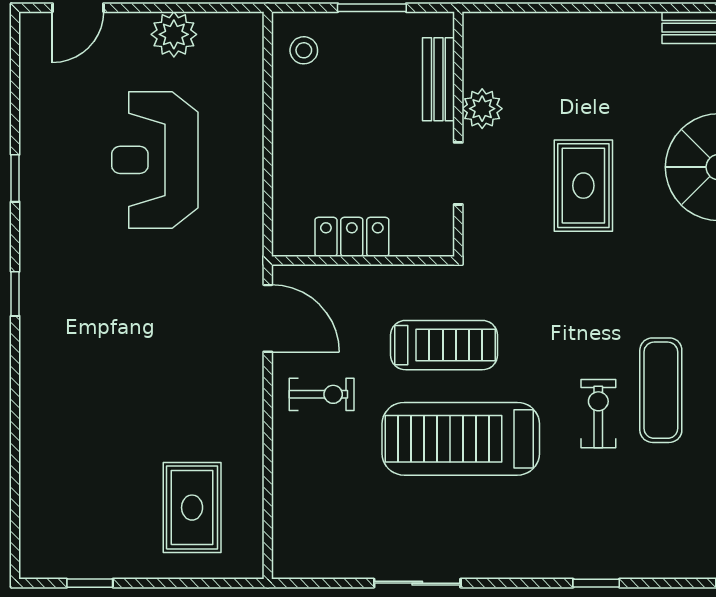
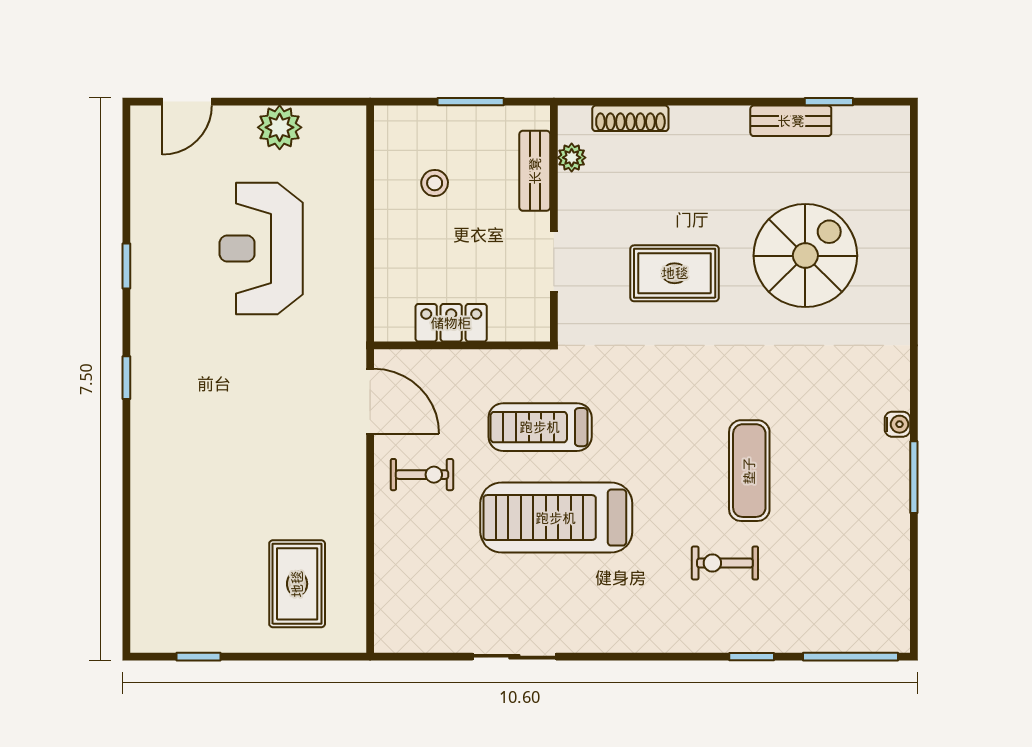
shoe rack: (538, 25) -> (630, 118), added
stool: (304, 50) -> (435, 183), moved
plant: (482, 109) -> (572, 158), moved, width x0.73, depth x0.73
rug: (583, 186) -> (675, 273), turned 90
treadmill: (444, 345) -> (540, 427), turned 180
exercise bike: (598, 414) -> (725, 563), moved, turned -90
window: (596, 583) -> (752, 657), moved

